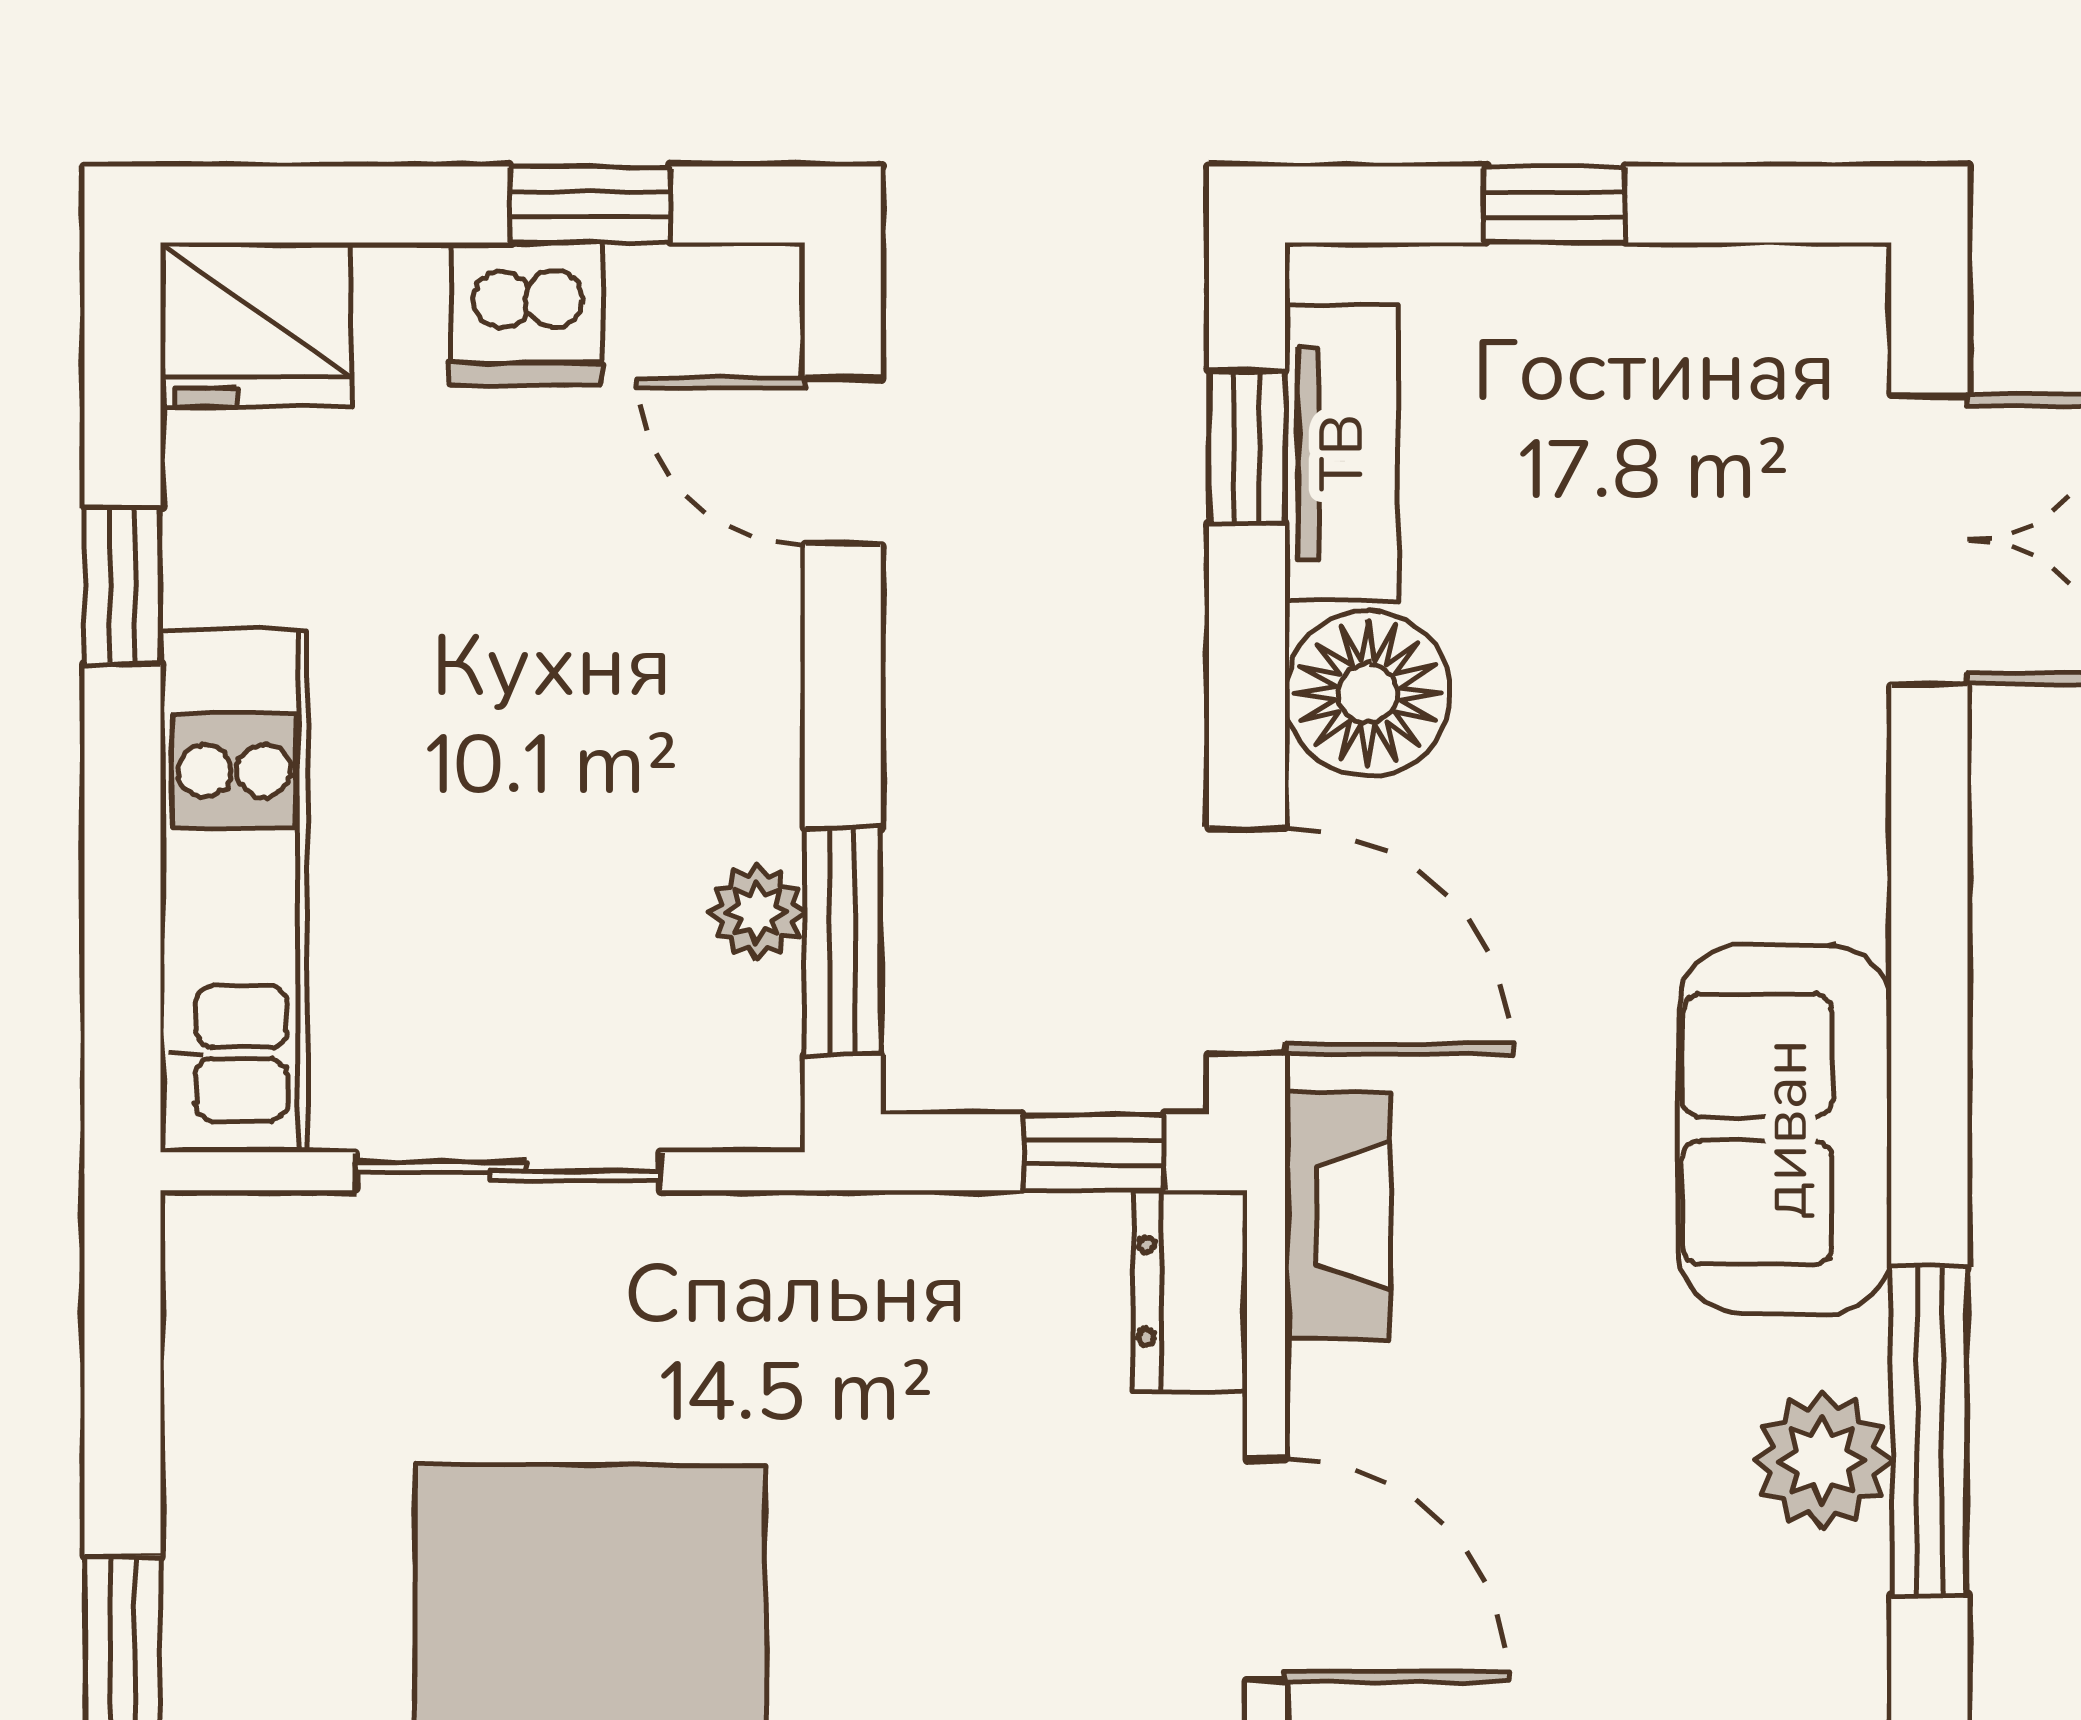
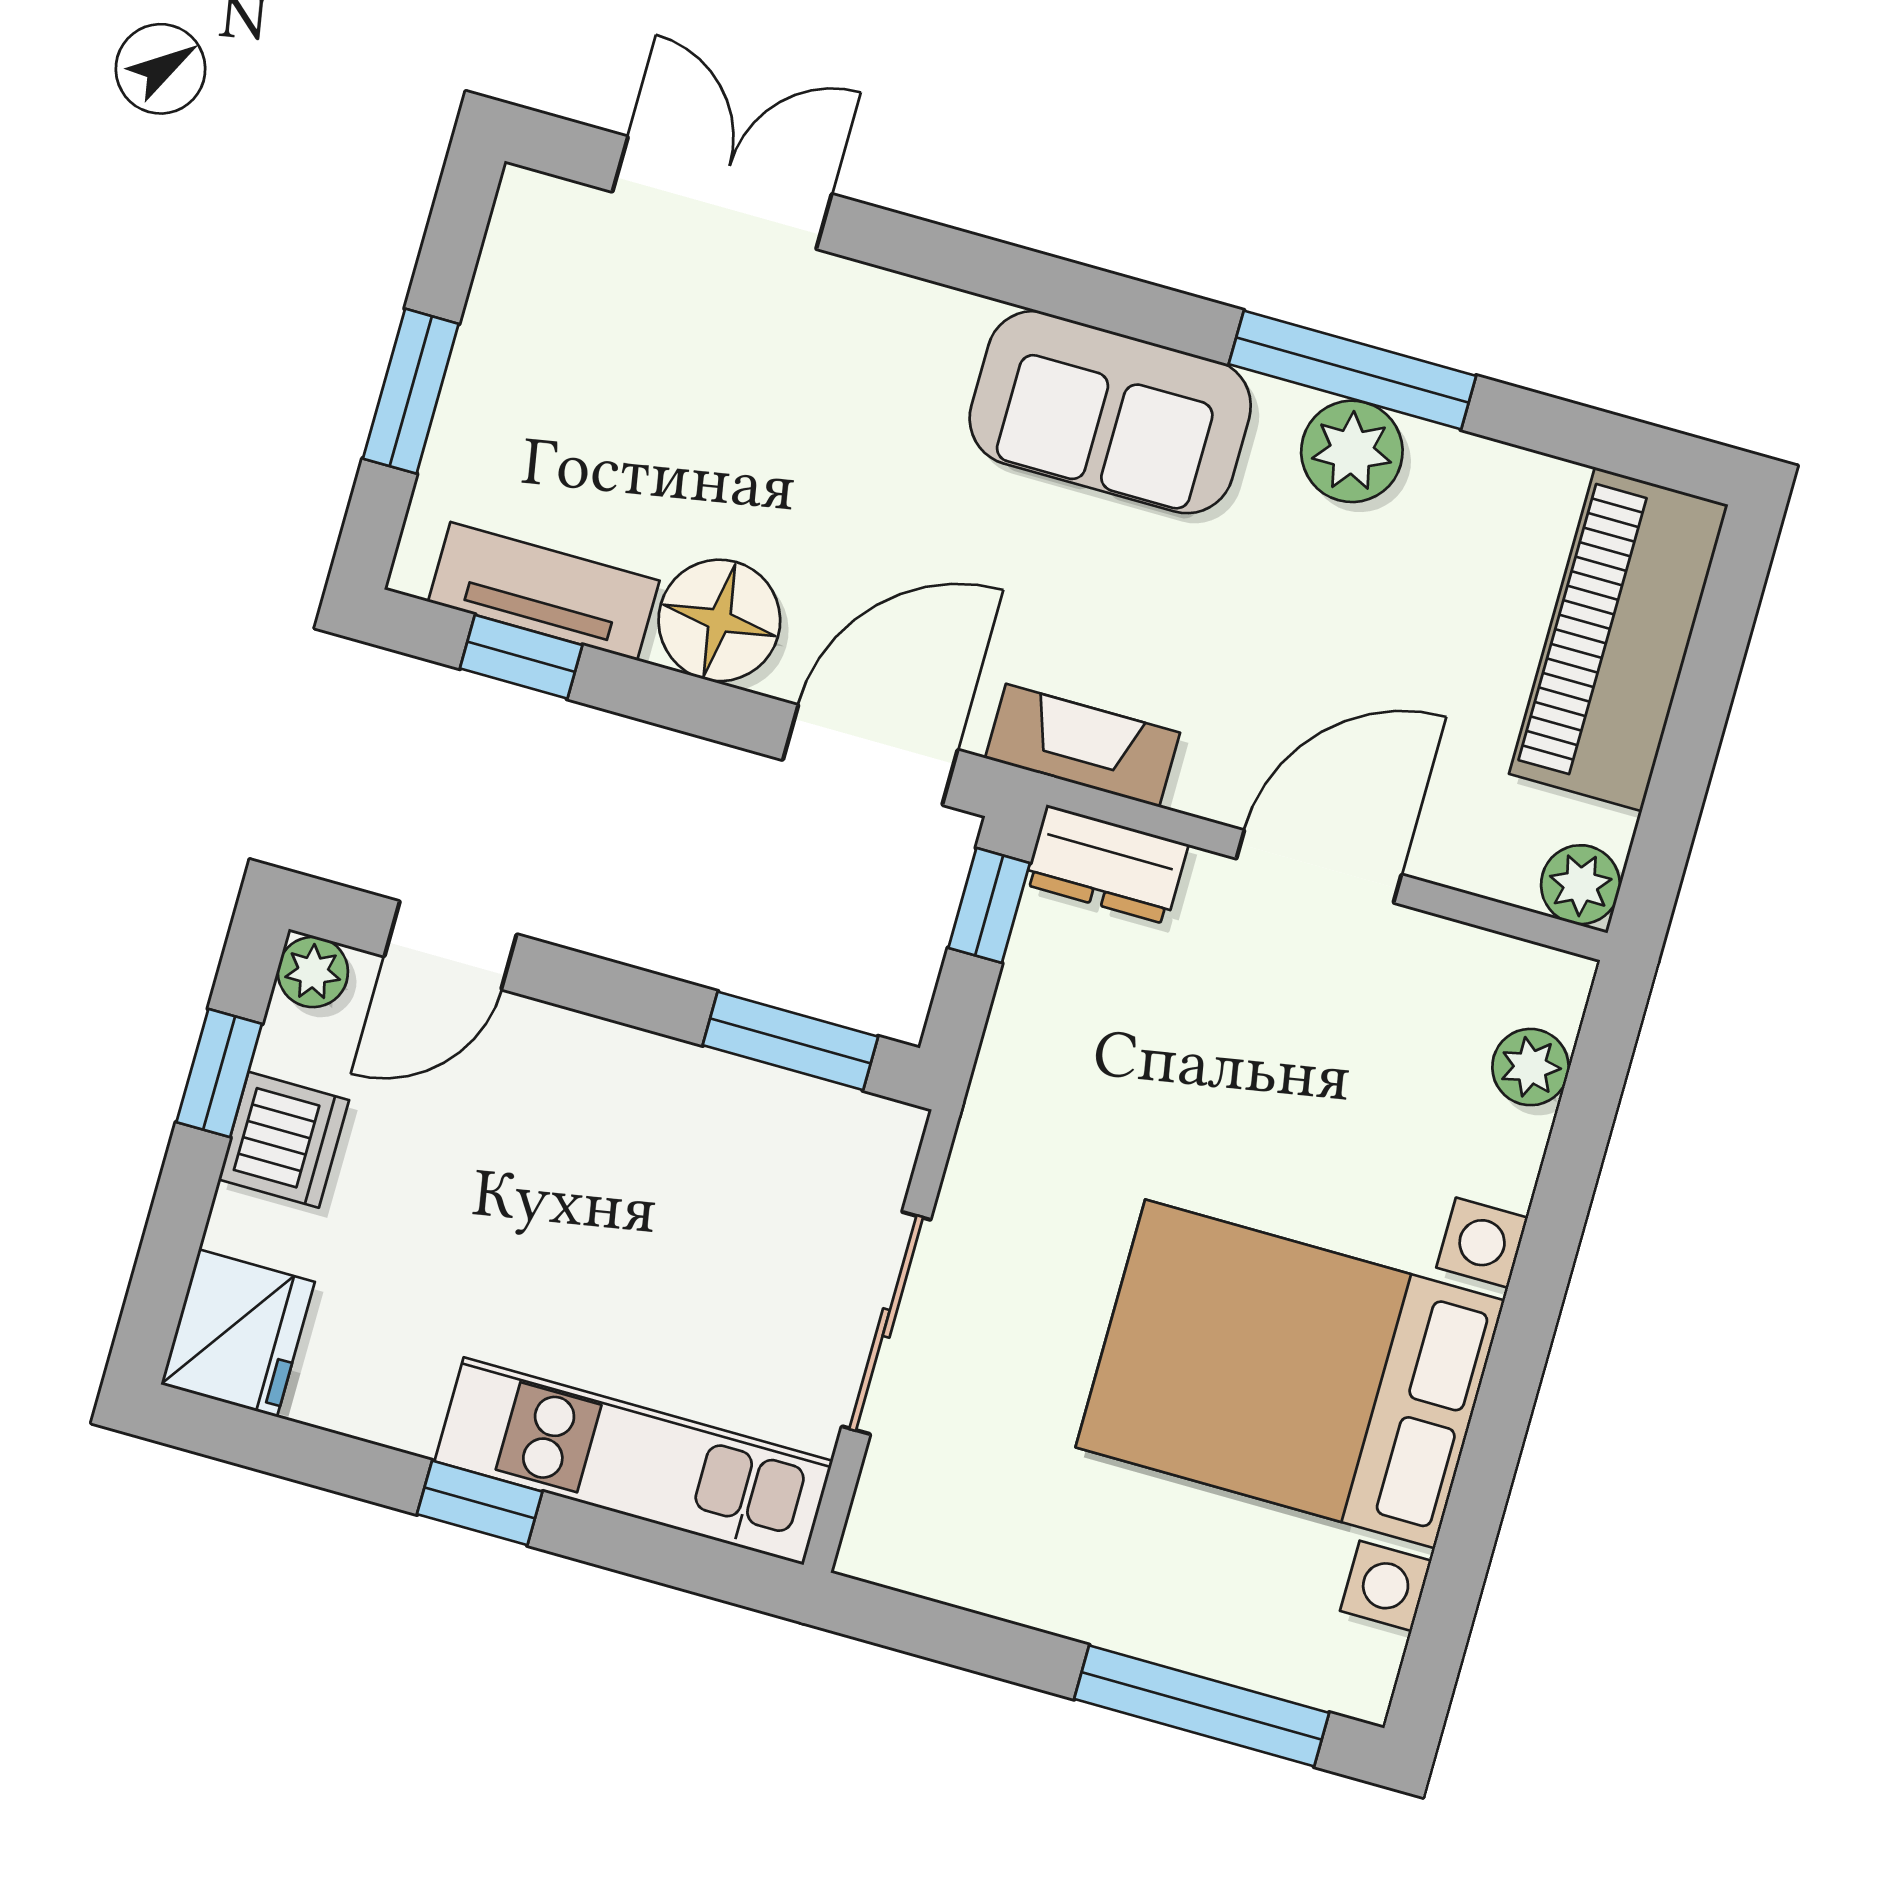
window: (1555, 205) -> (411, 391), width x1.50
window: (122, 585) -> (480, 1503), moved
plant: (757, 912) -> (313, 972), moved

